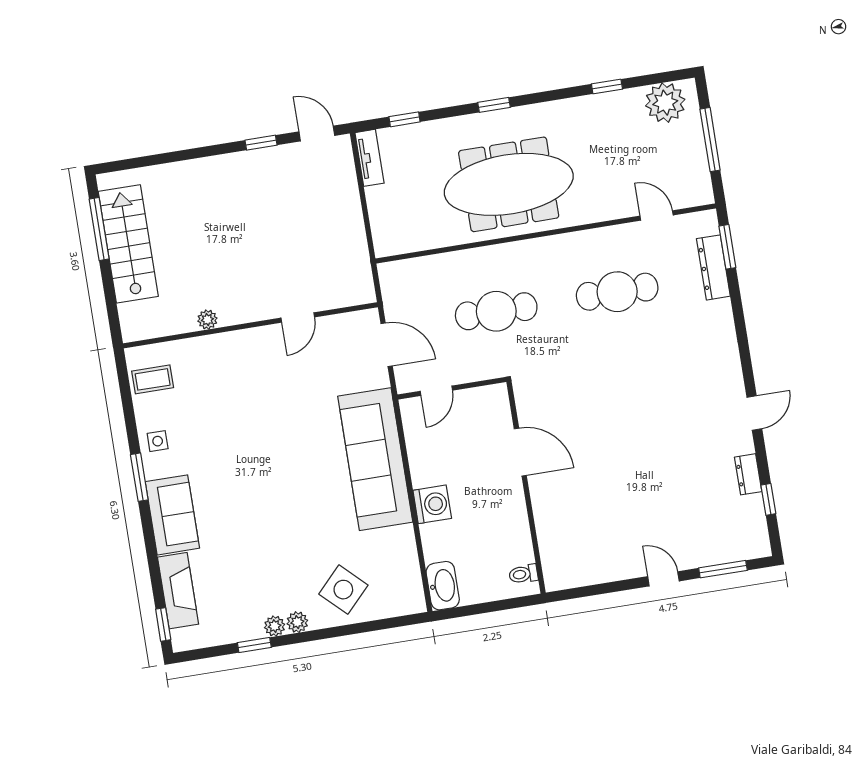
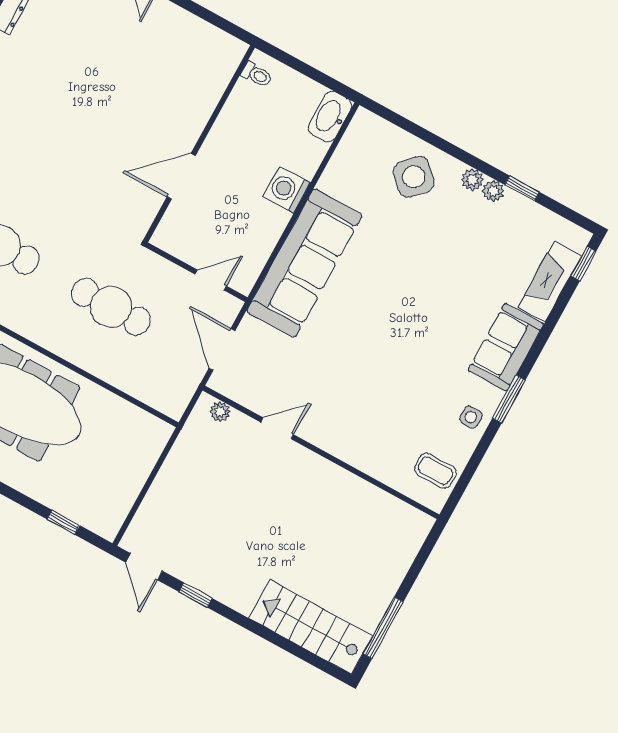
tv unit: (370, 158) -> (117, 513), removed
stairs: (128, 244) -> (311, 627), moved, turned 90
plant: (207, 320) -> (220, 412), moved
door: (520, 452) -> (181, 176), hinge flipped

